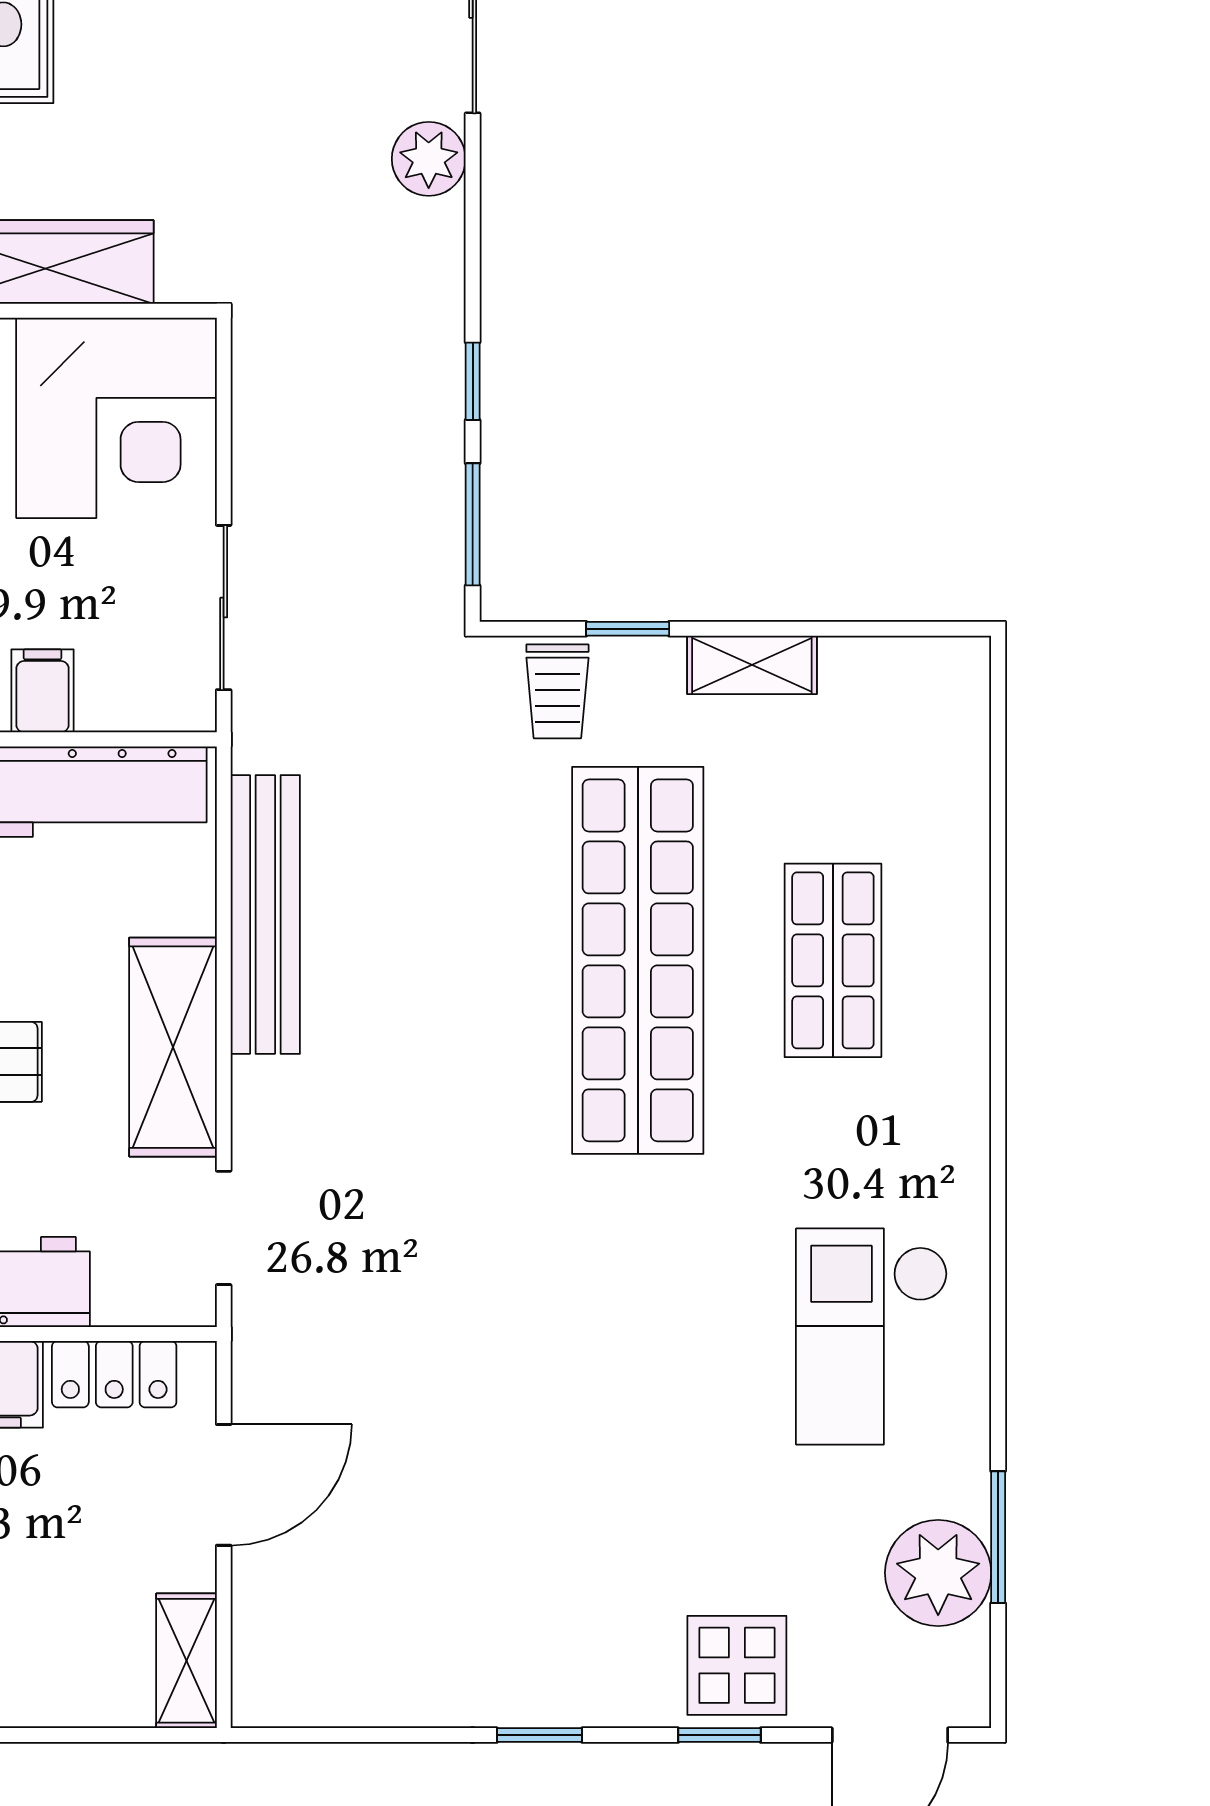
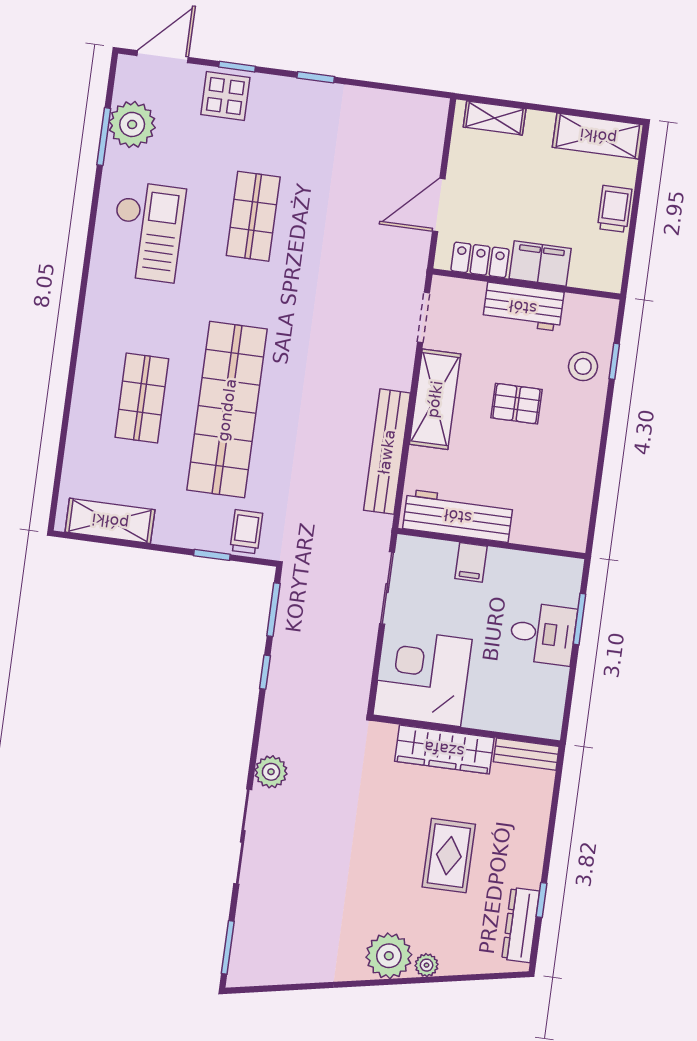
shelving: (752, 665) -> (110, 521), moved, width x1.50, depth x1.33
shop shelf: (638, 1403) -> (253, 216), added
shelving: (186, 1661) -> (495, 118), moved, turned 90

